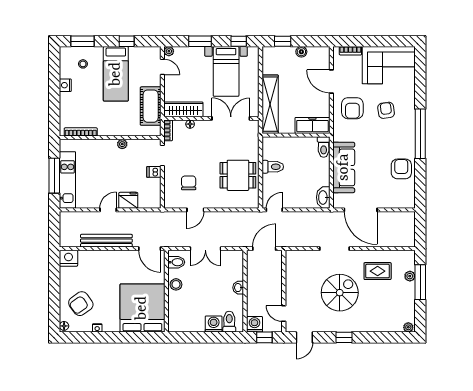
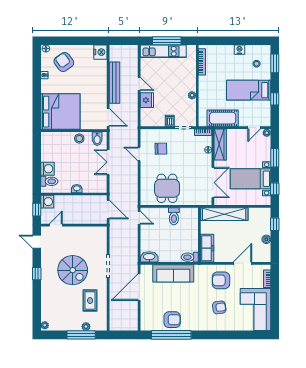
window: (420, 134) -> (171, 335), moved
door: (150, 249) -> (108, 117), swing flipped

